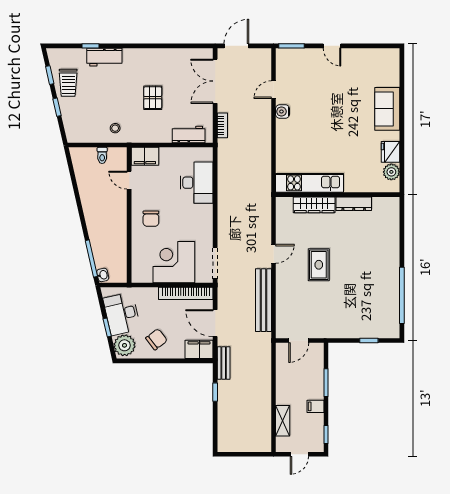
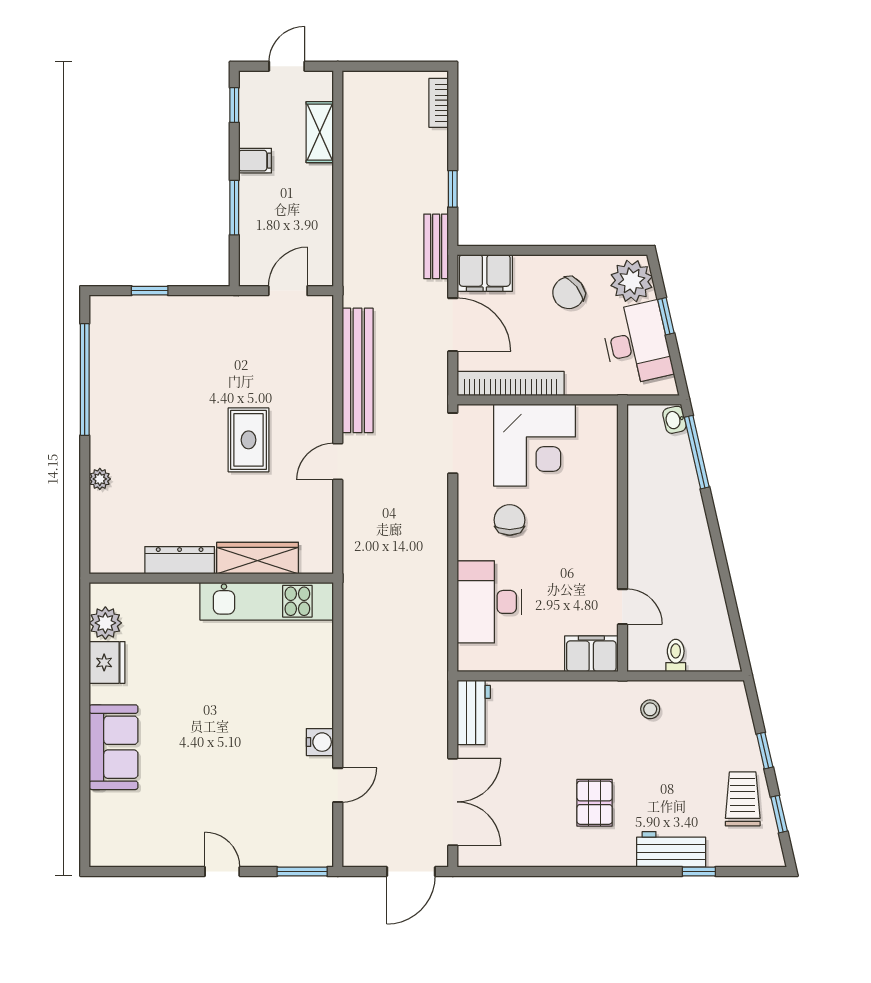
pallet: (153, 98) -> (595, 803), moved
bookcase: (222, 125) -> (439, 103), moved
workbench: (189, 134) -> (474, 712), moved, turned -90
chair: (151, 219) -> (510, 520), moved
plant: (394, 245) -> (100, 479), added

